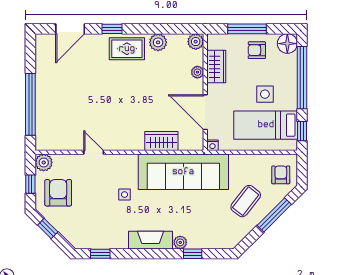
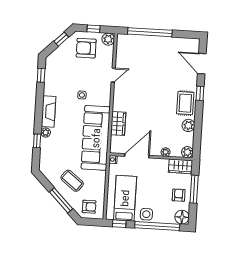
wardrobe: (216, 67) -> (181, 166), moved
side table: (265, 94) -> (146, 214), moved
armchair: (58, 193) -> (86, 48), turned 180

